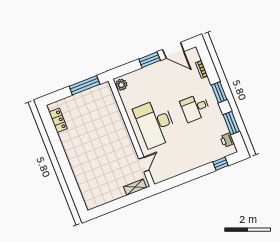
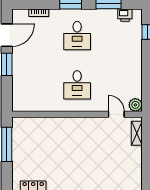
plant: (121, 85) -> (135, 105), moved
desk: (155, 123) -> (77, 85), width x0.53, depth x0.77

